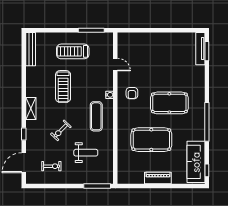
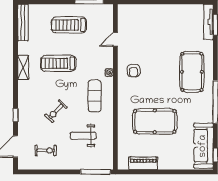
door: (115, 65) -> (115, 39), swing flipped
treadmill: (63, 86) -> (58, 63), turned 90
pool table: (169, 103) -> (192, 72), moved, turned 90
shelving: (31, 108) -> (23, 68), moved
weight bench: (86, 153) -> (83, 136), turned 180
piano: (158, 178) -> (143, 163), moved

